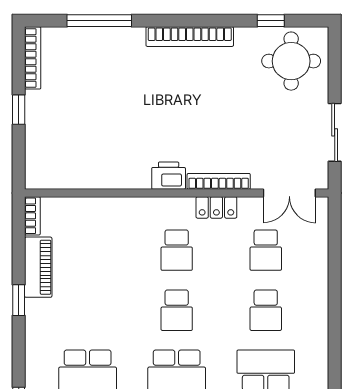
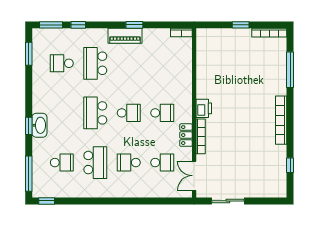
round table: (291, 61) -> (268, 177), removed
school desk: (177, 250) -> (162, 113), turned 180
school desk: (266, 250) -> (162, 163), turned 180
piano: (38, 267) -> (125, 36), moved
school desk: (177, 310) -> (129, 113), turned 180

